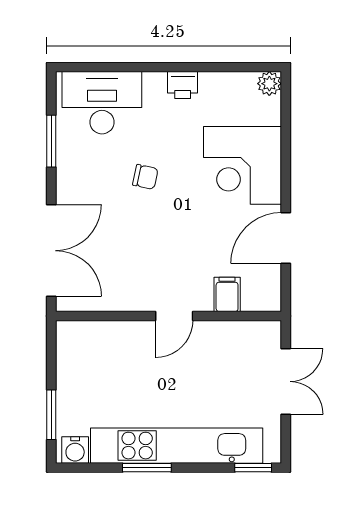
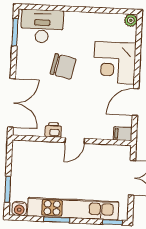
printer: (183, 85) -> (53, 130), moved, turned 180
window: (51, 141) -> (15, 32), moved
chair: (145, 177) -> (63, 66), width x1.87, depth x1.87
filing cabinet: (227, 294) -> (123, 134), moved, turned -90

